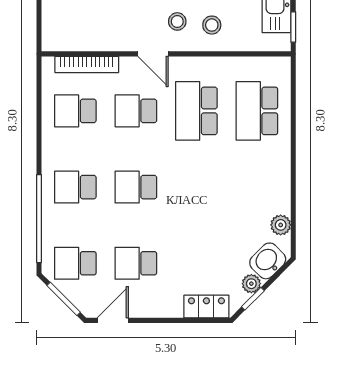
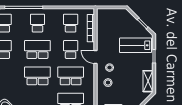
door: (153, 54) -> (95, 57), hinge flipped
school desk: (136, 187) -> (37, 50), width x1.85
school desk: (196, 187) -> (37, 76), added

